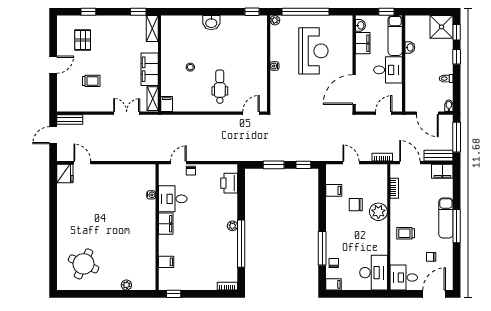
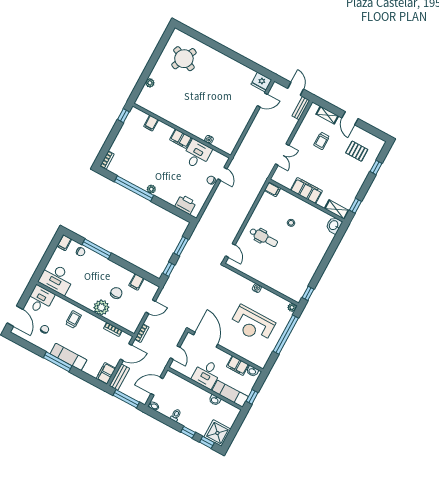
washbasin: (211, 23) -> (334, 225), moved
shelving: (153, 99) -> (327, 115), moved

